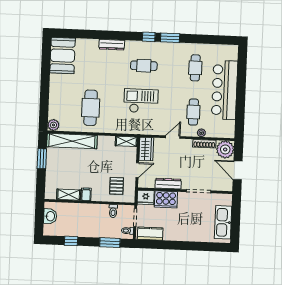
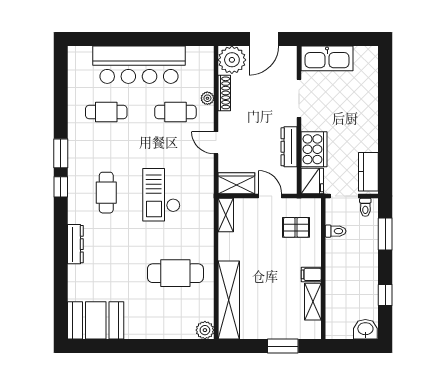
window: (42, 159) -> (283, 346), moved
washbasin: (50, 216) -> (365, 329), moved
kitchen sink: (223, 222) -> (327, 58), moved

